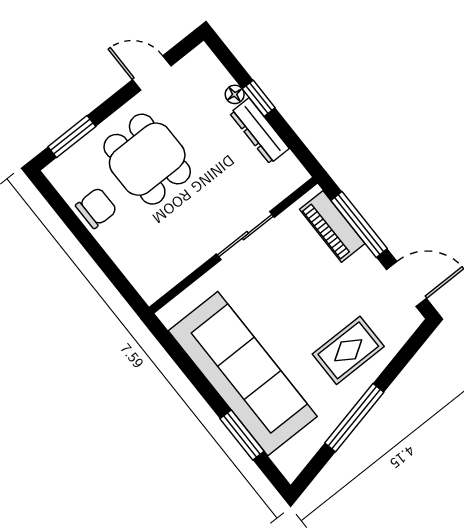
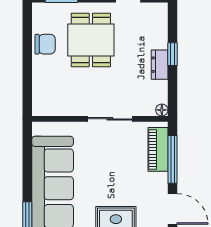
floor lamp: (235, 94) -> (162, 110), moved
dresser: (259, 131) -> (160, 65), width x0.70

